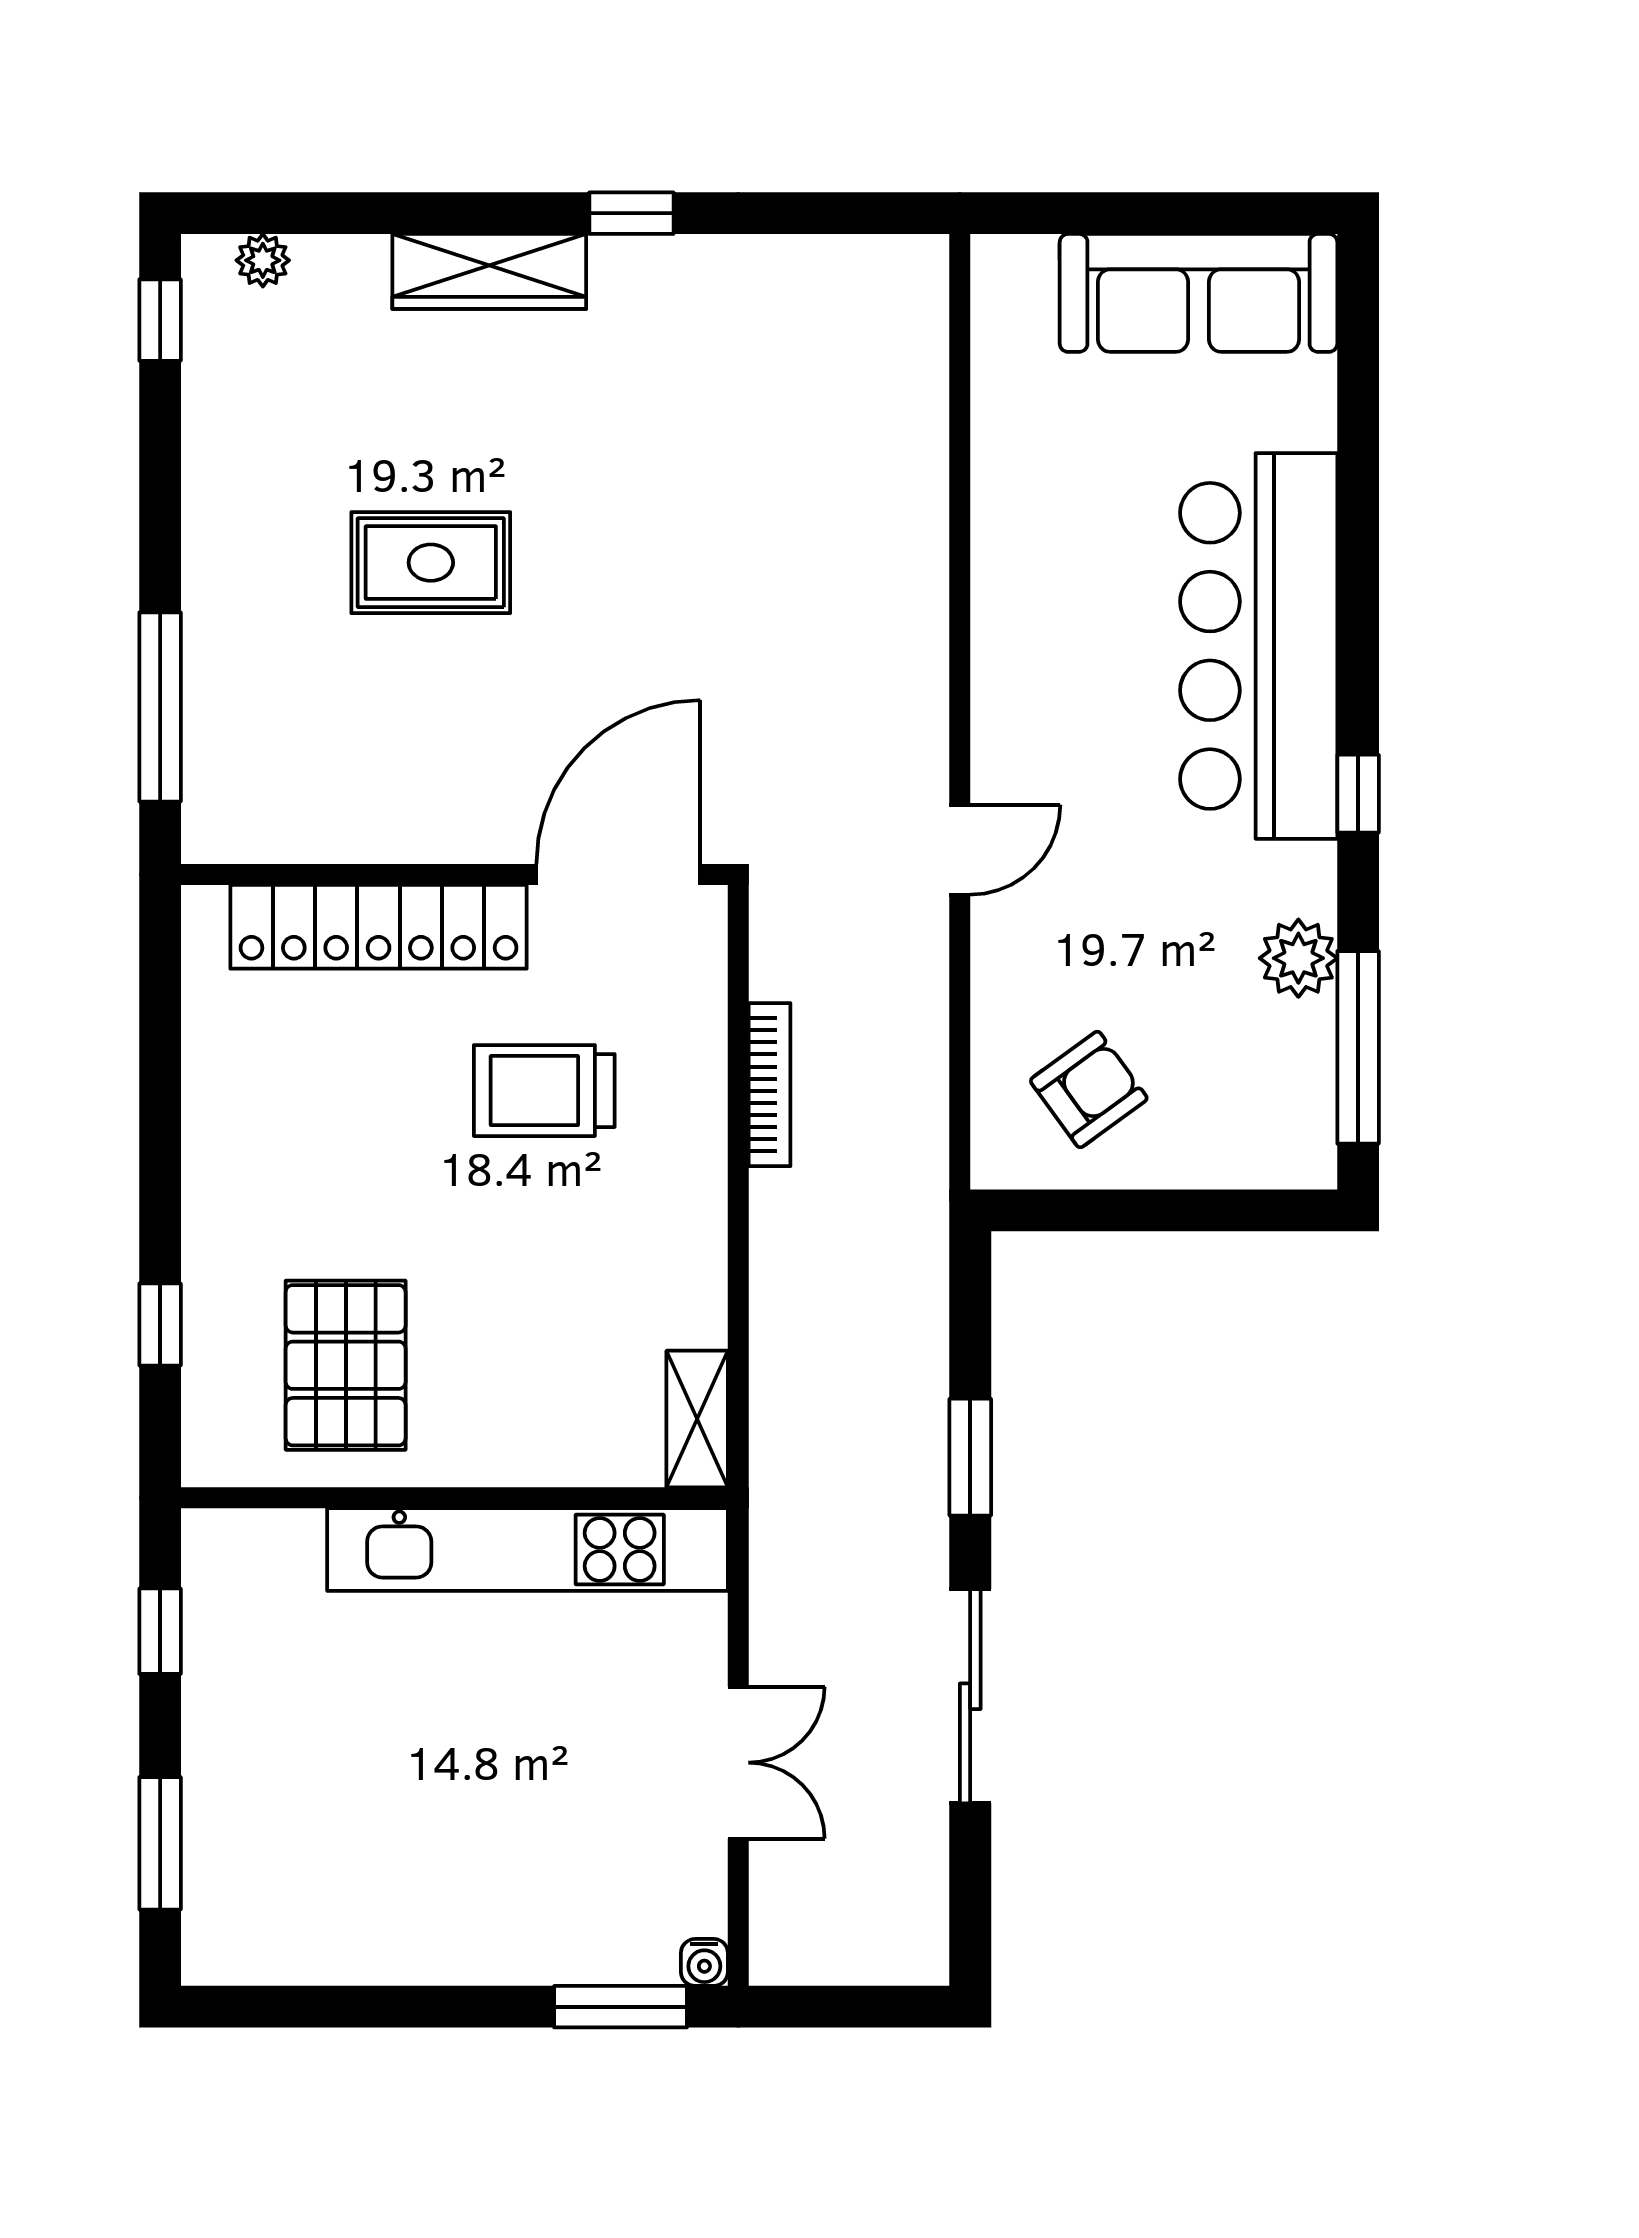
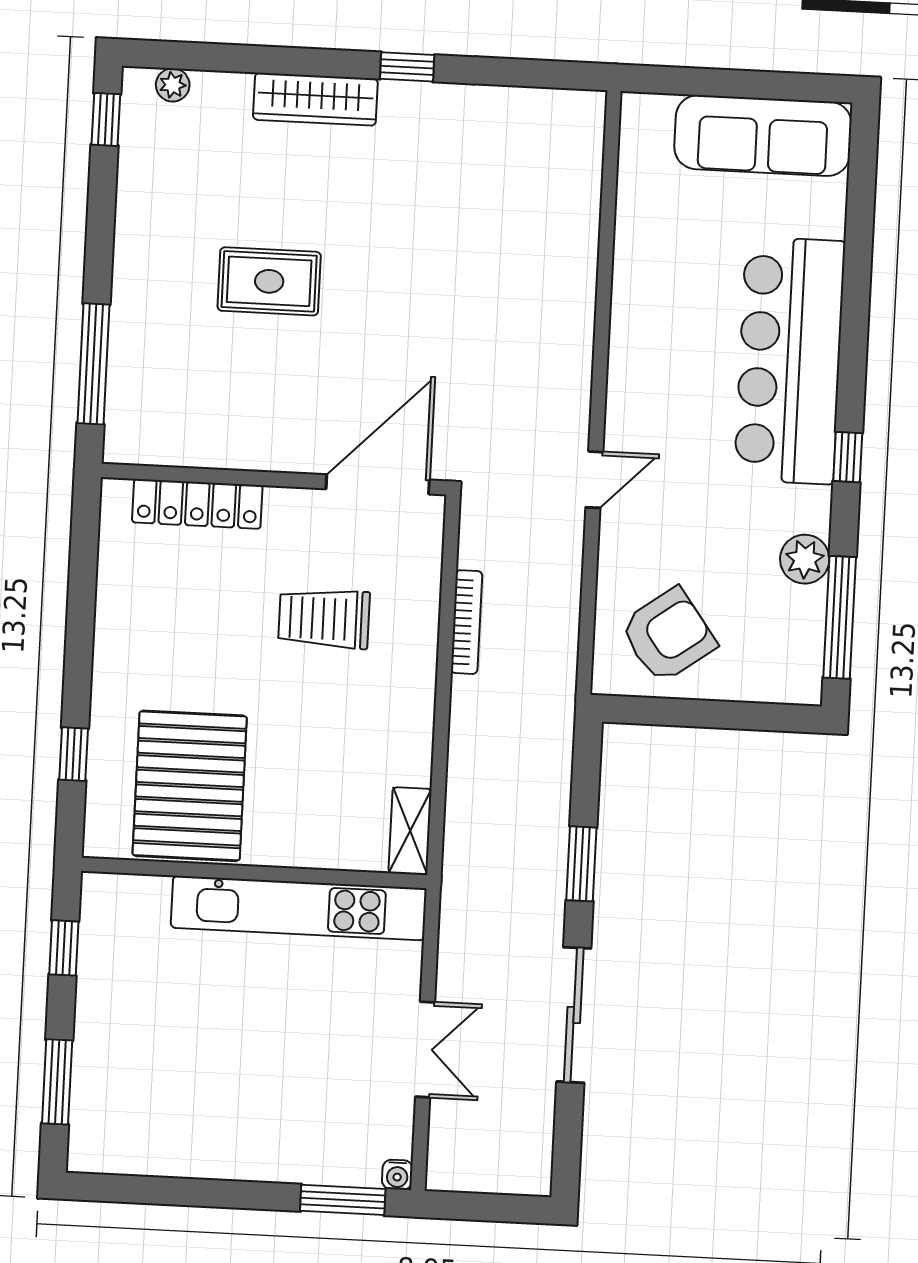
locker: (379, 927) -> (197, 504), width x0.71, depth x0.83
armchair: (1089, 1089) -> (668, 635), width x1.38, depth x1.38
pallet: (346, 1365) -> (190, 786), width x1.37, depth x1.41

